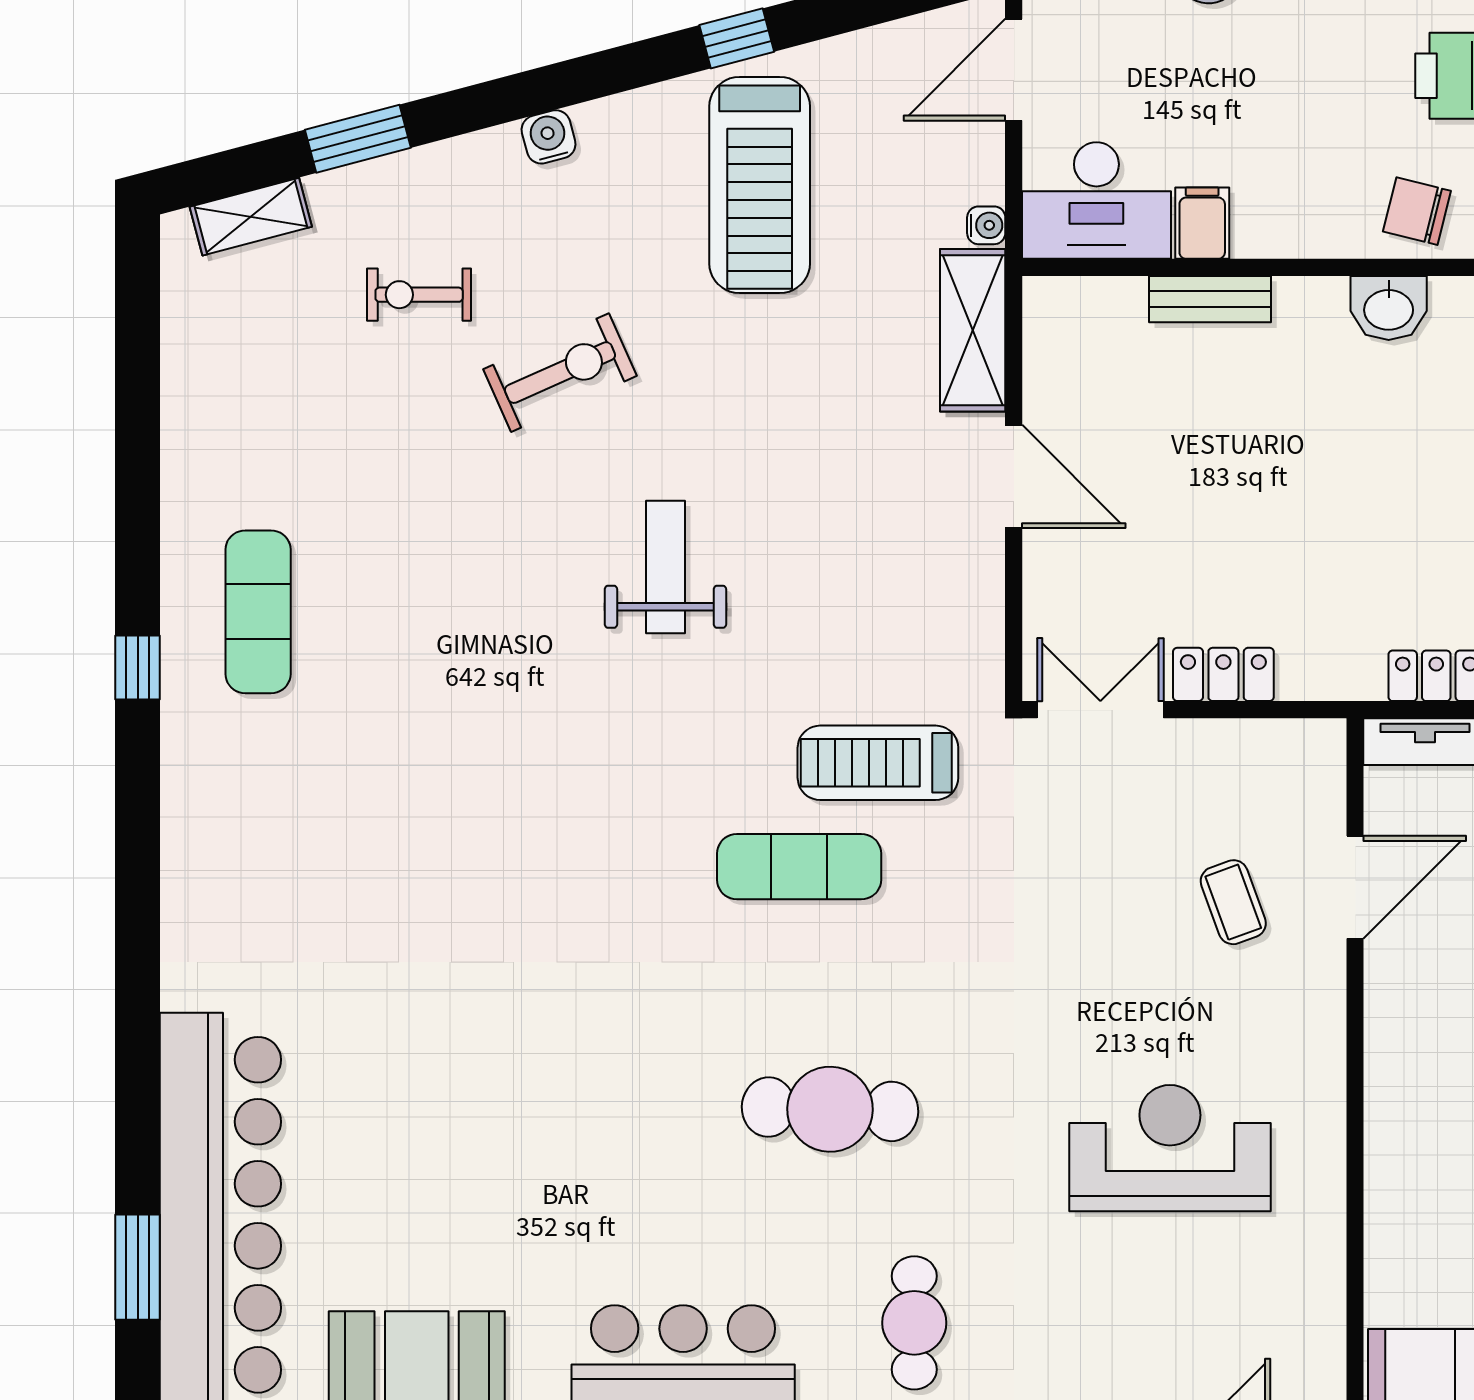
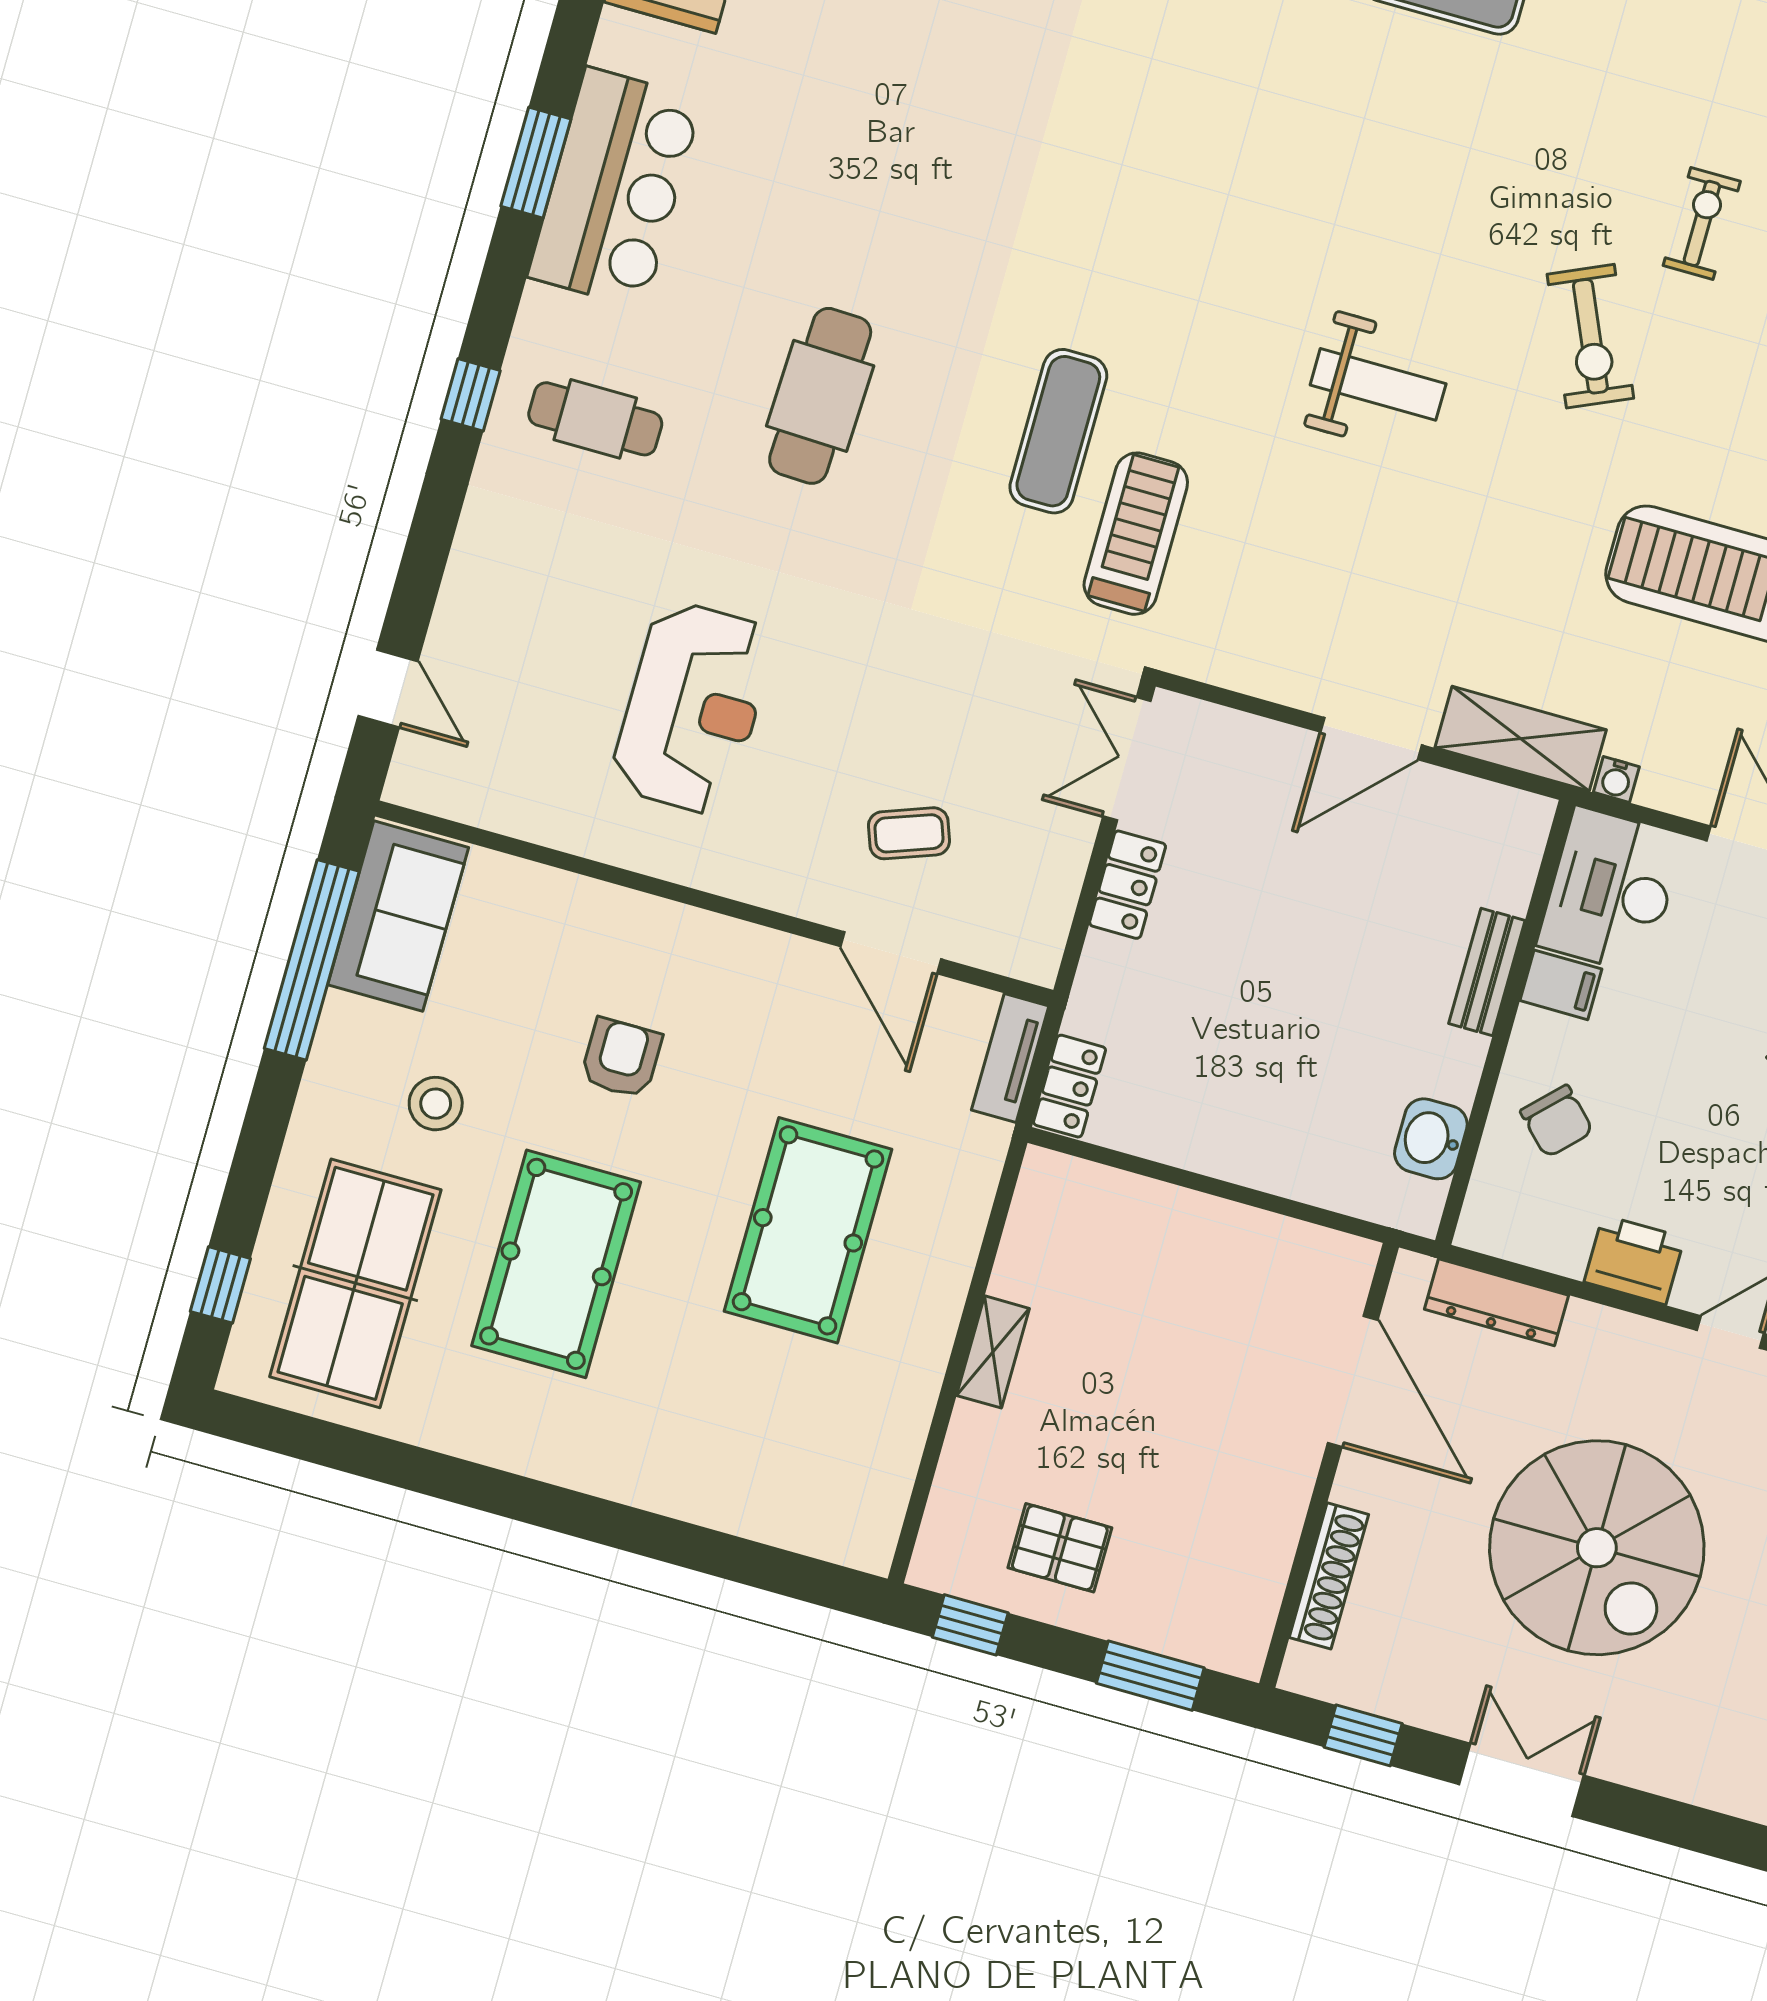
chair: (1417, 211) -> (1557, 1121), moved, turned 121
double door: (1100, 710) -> (1127, 759), swing flipped

